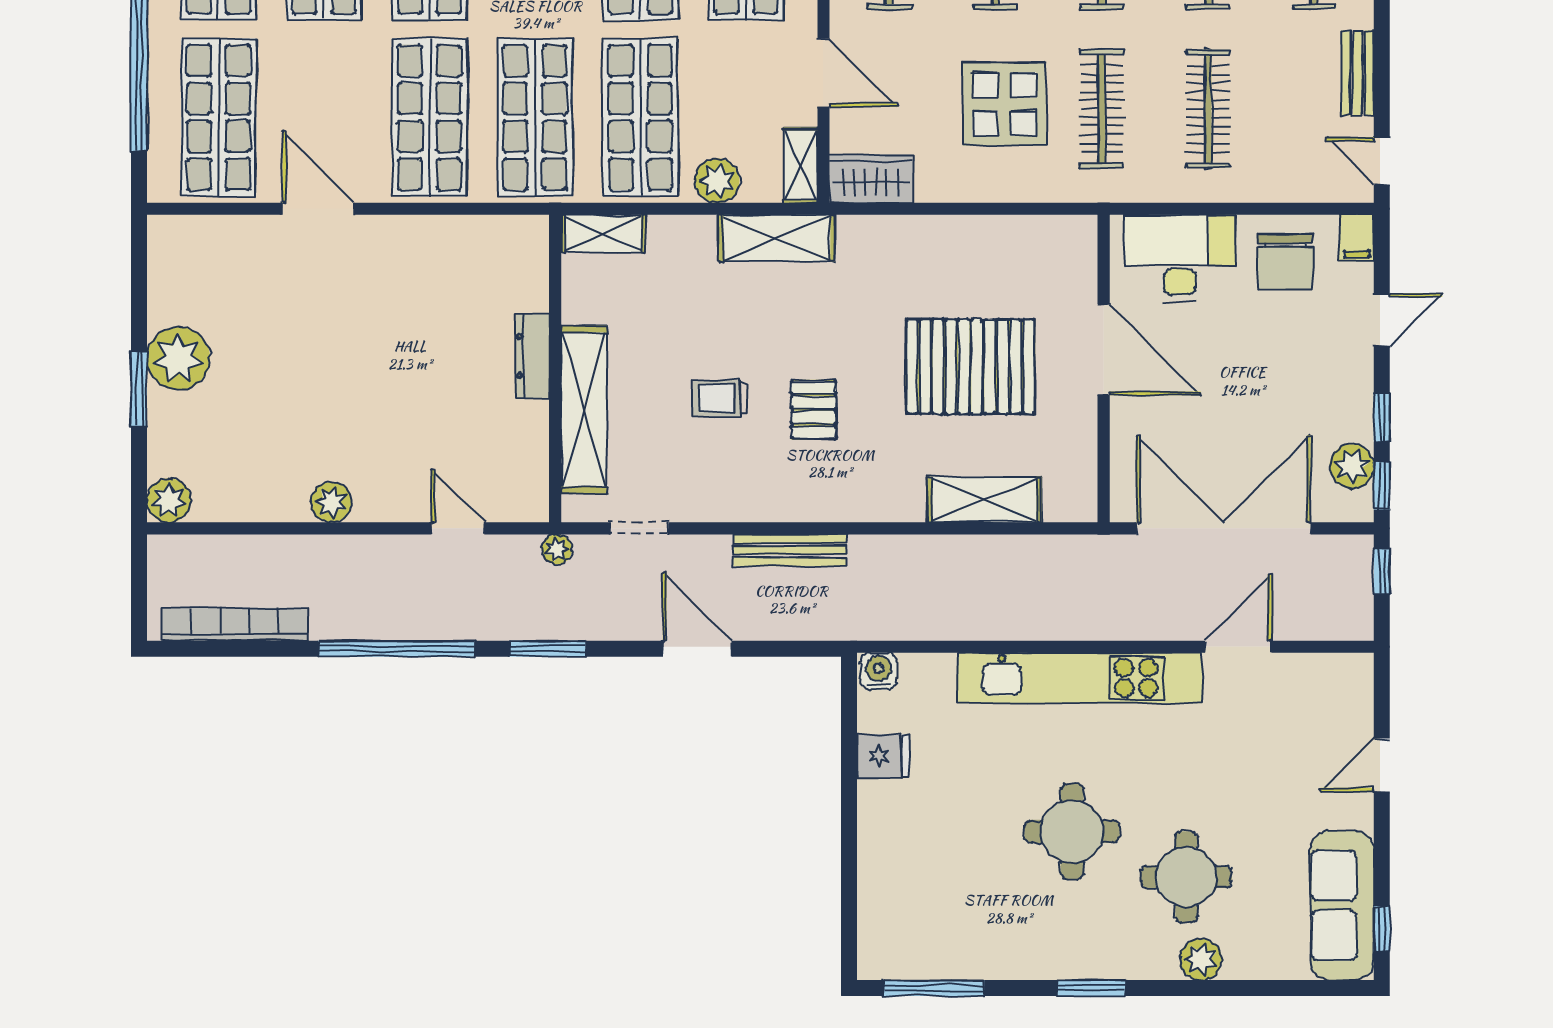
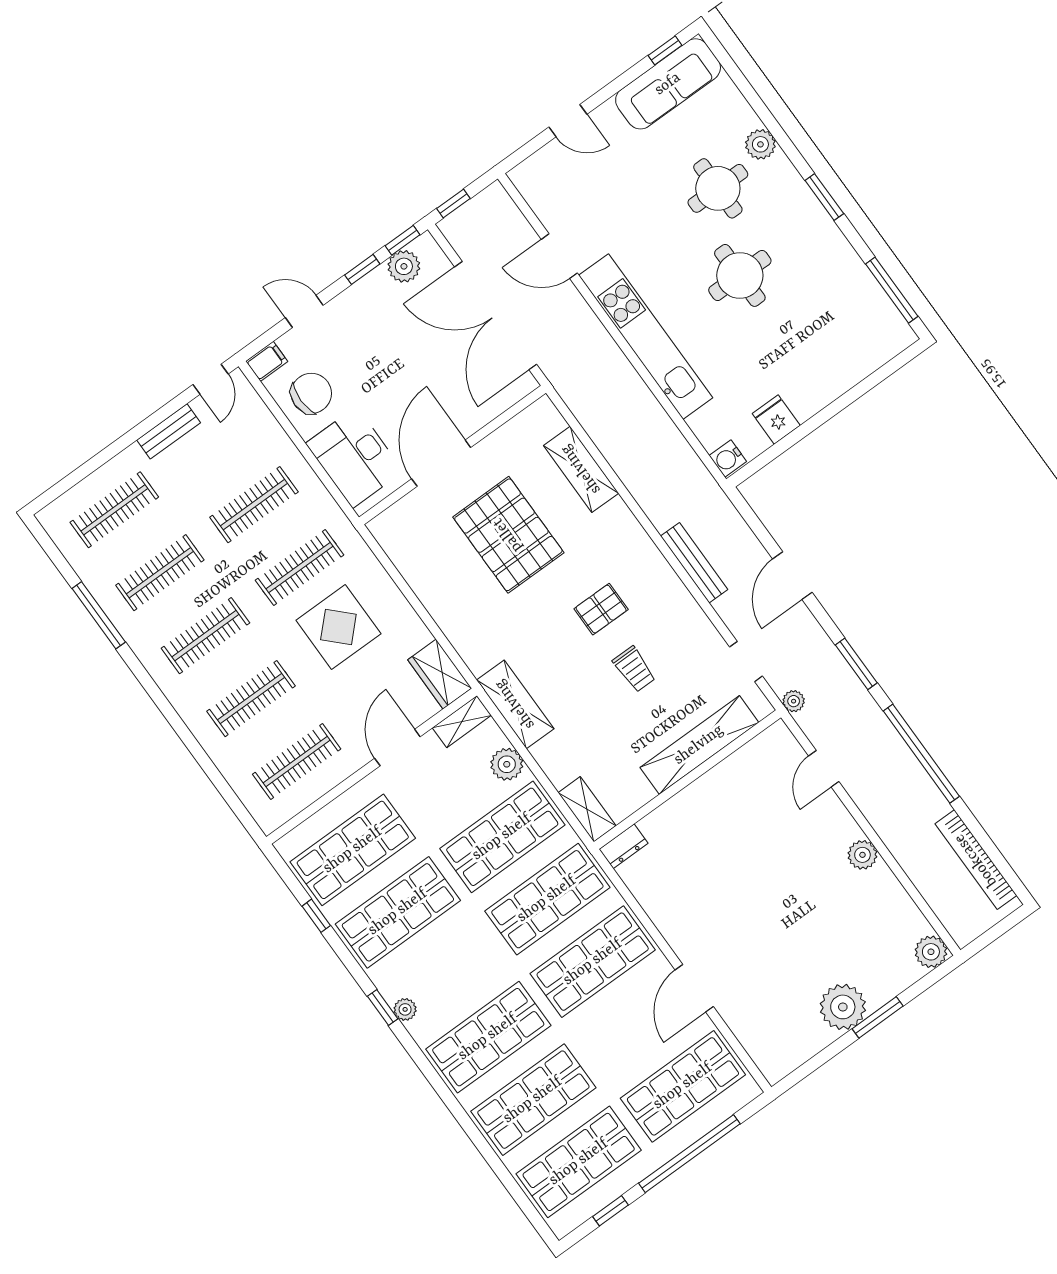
dresser: (533, 356) -> (624, 846), moved, width x0.70

